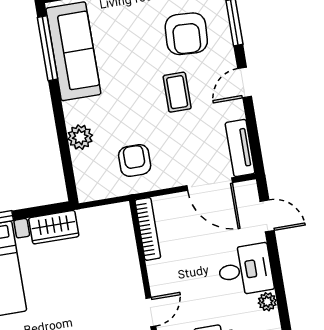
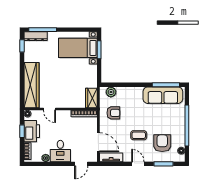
armchair: (186, 34) -> (162, 143), turned 87
plant: (80, 137) -> (111, 92), moved
door: (210, 184) -> (98, 142), swing flipped
wardrobe: (54, 227) -> (91, 98), moved

